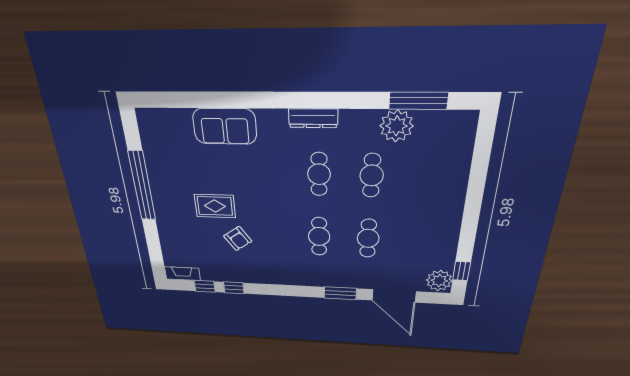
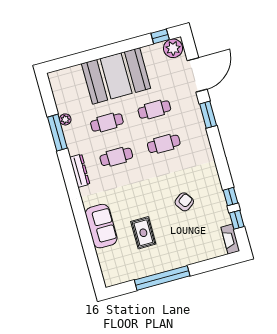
window: (418, 101) -> (57, 133), moved
plant: (397, 126) -> (65, 119), width x0.53, depth x0.53
booth: (433, 205) -> (116, 76), added
rug: (215, 206) -> (143, 233), moved

